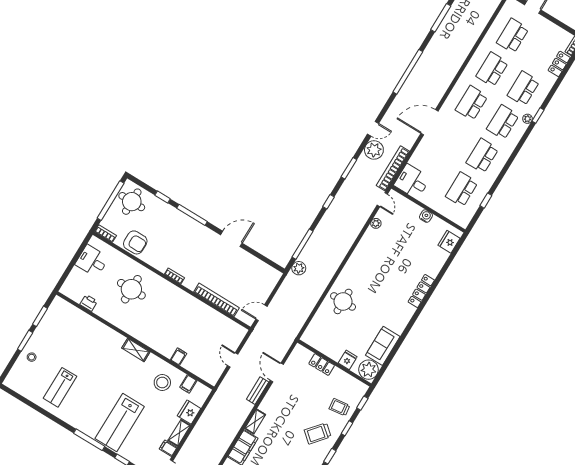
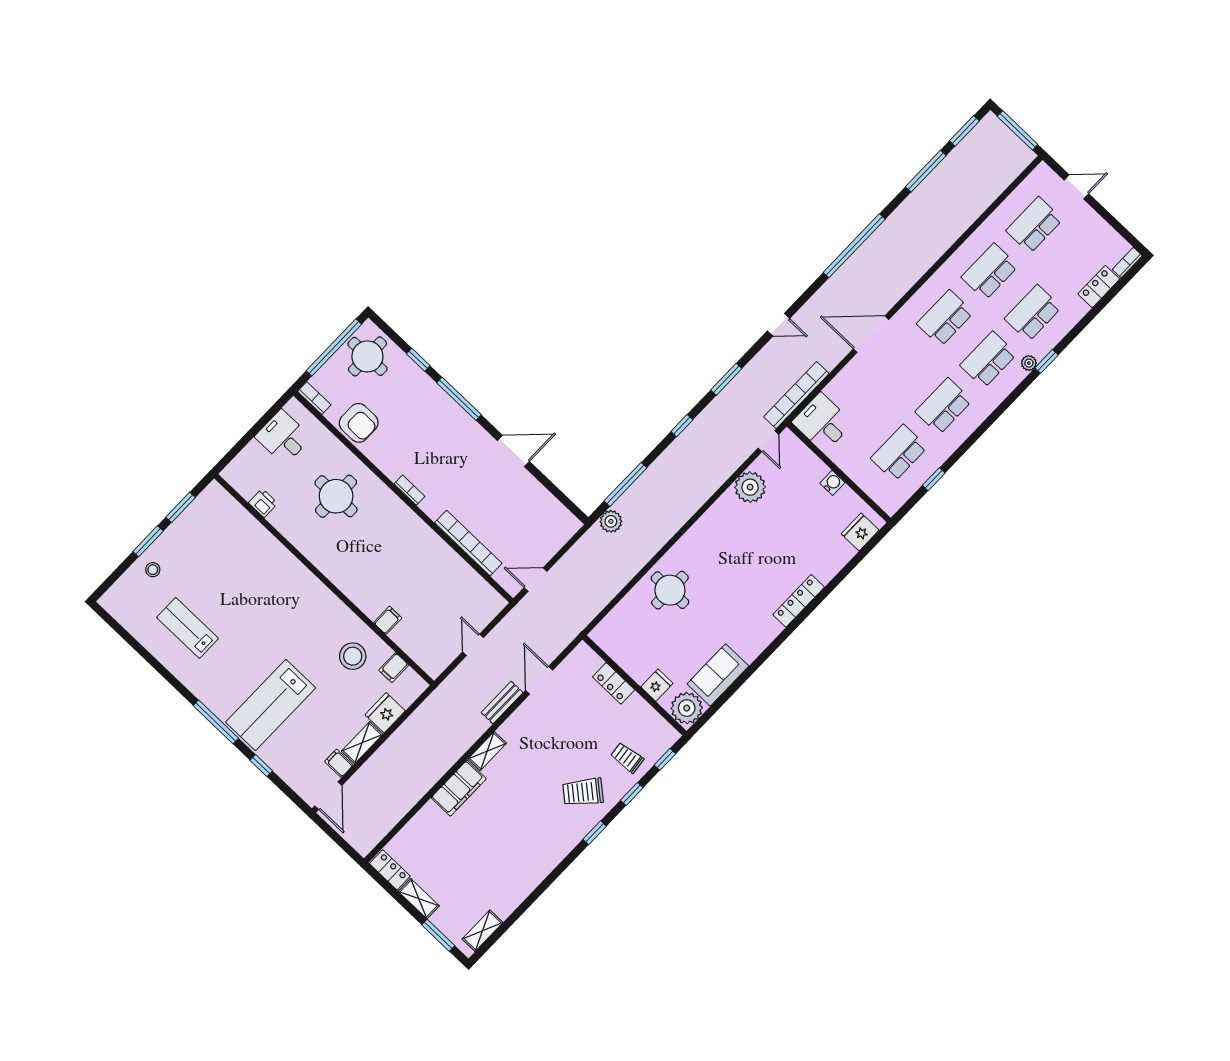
plant: (374, 150) -> (773, 359), removed
plant: (376, 223) -> (750, 487), width x1.87, depth x1.87
shelving: (136, 350) -> (322, 595), removed
lab bench: (60, 387) -> (188, 628), turned 90

